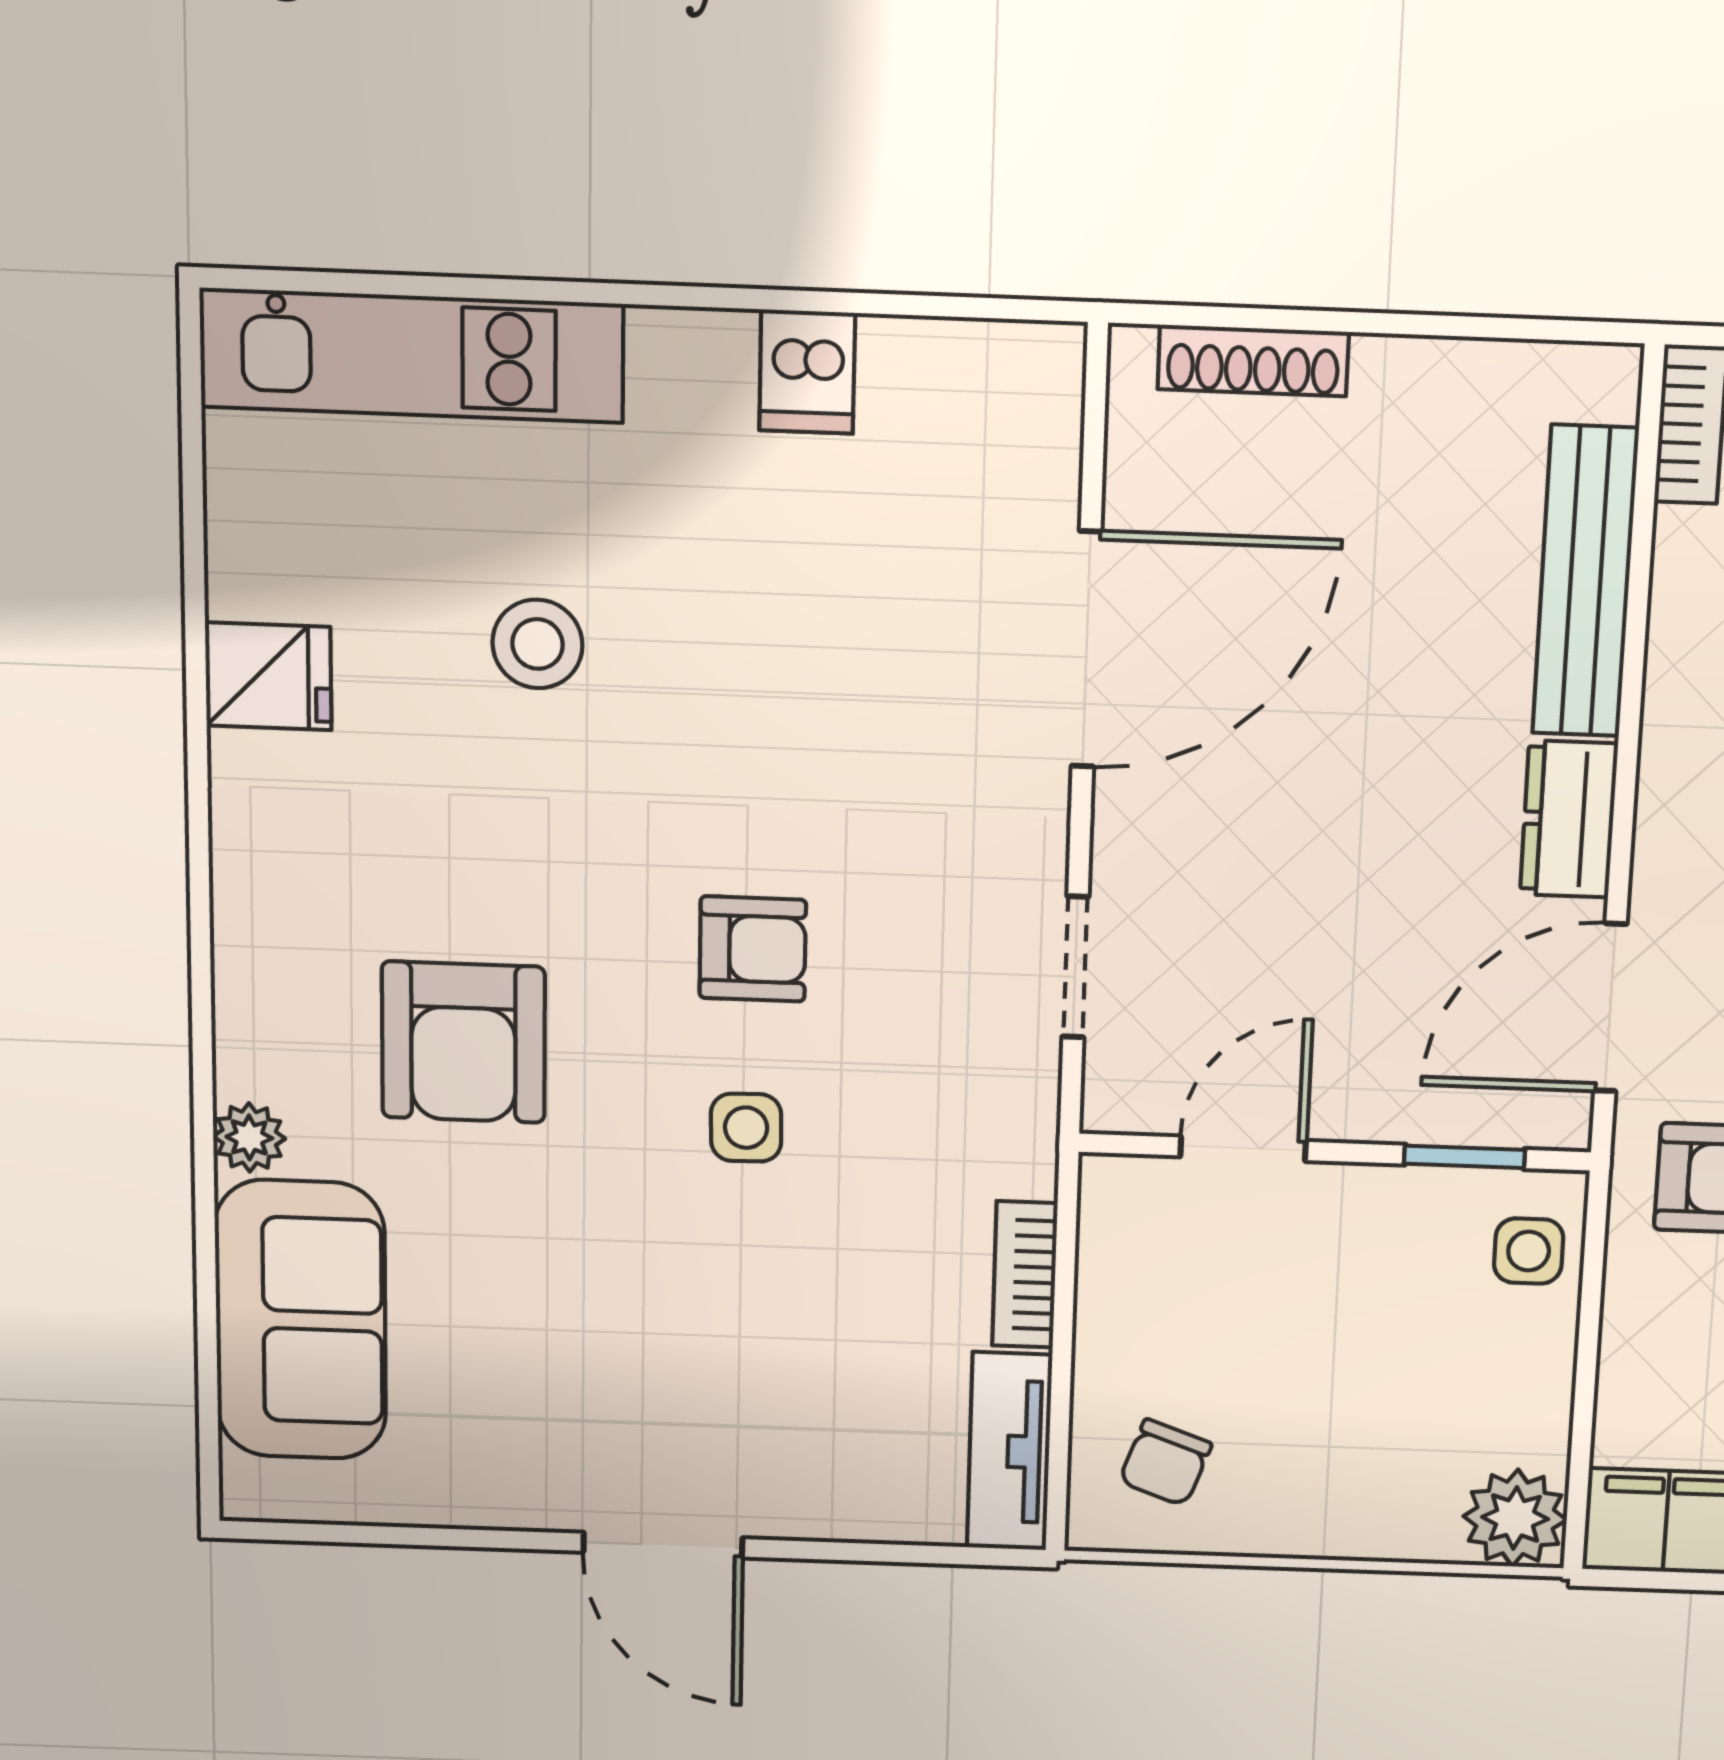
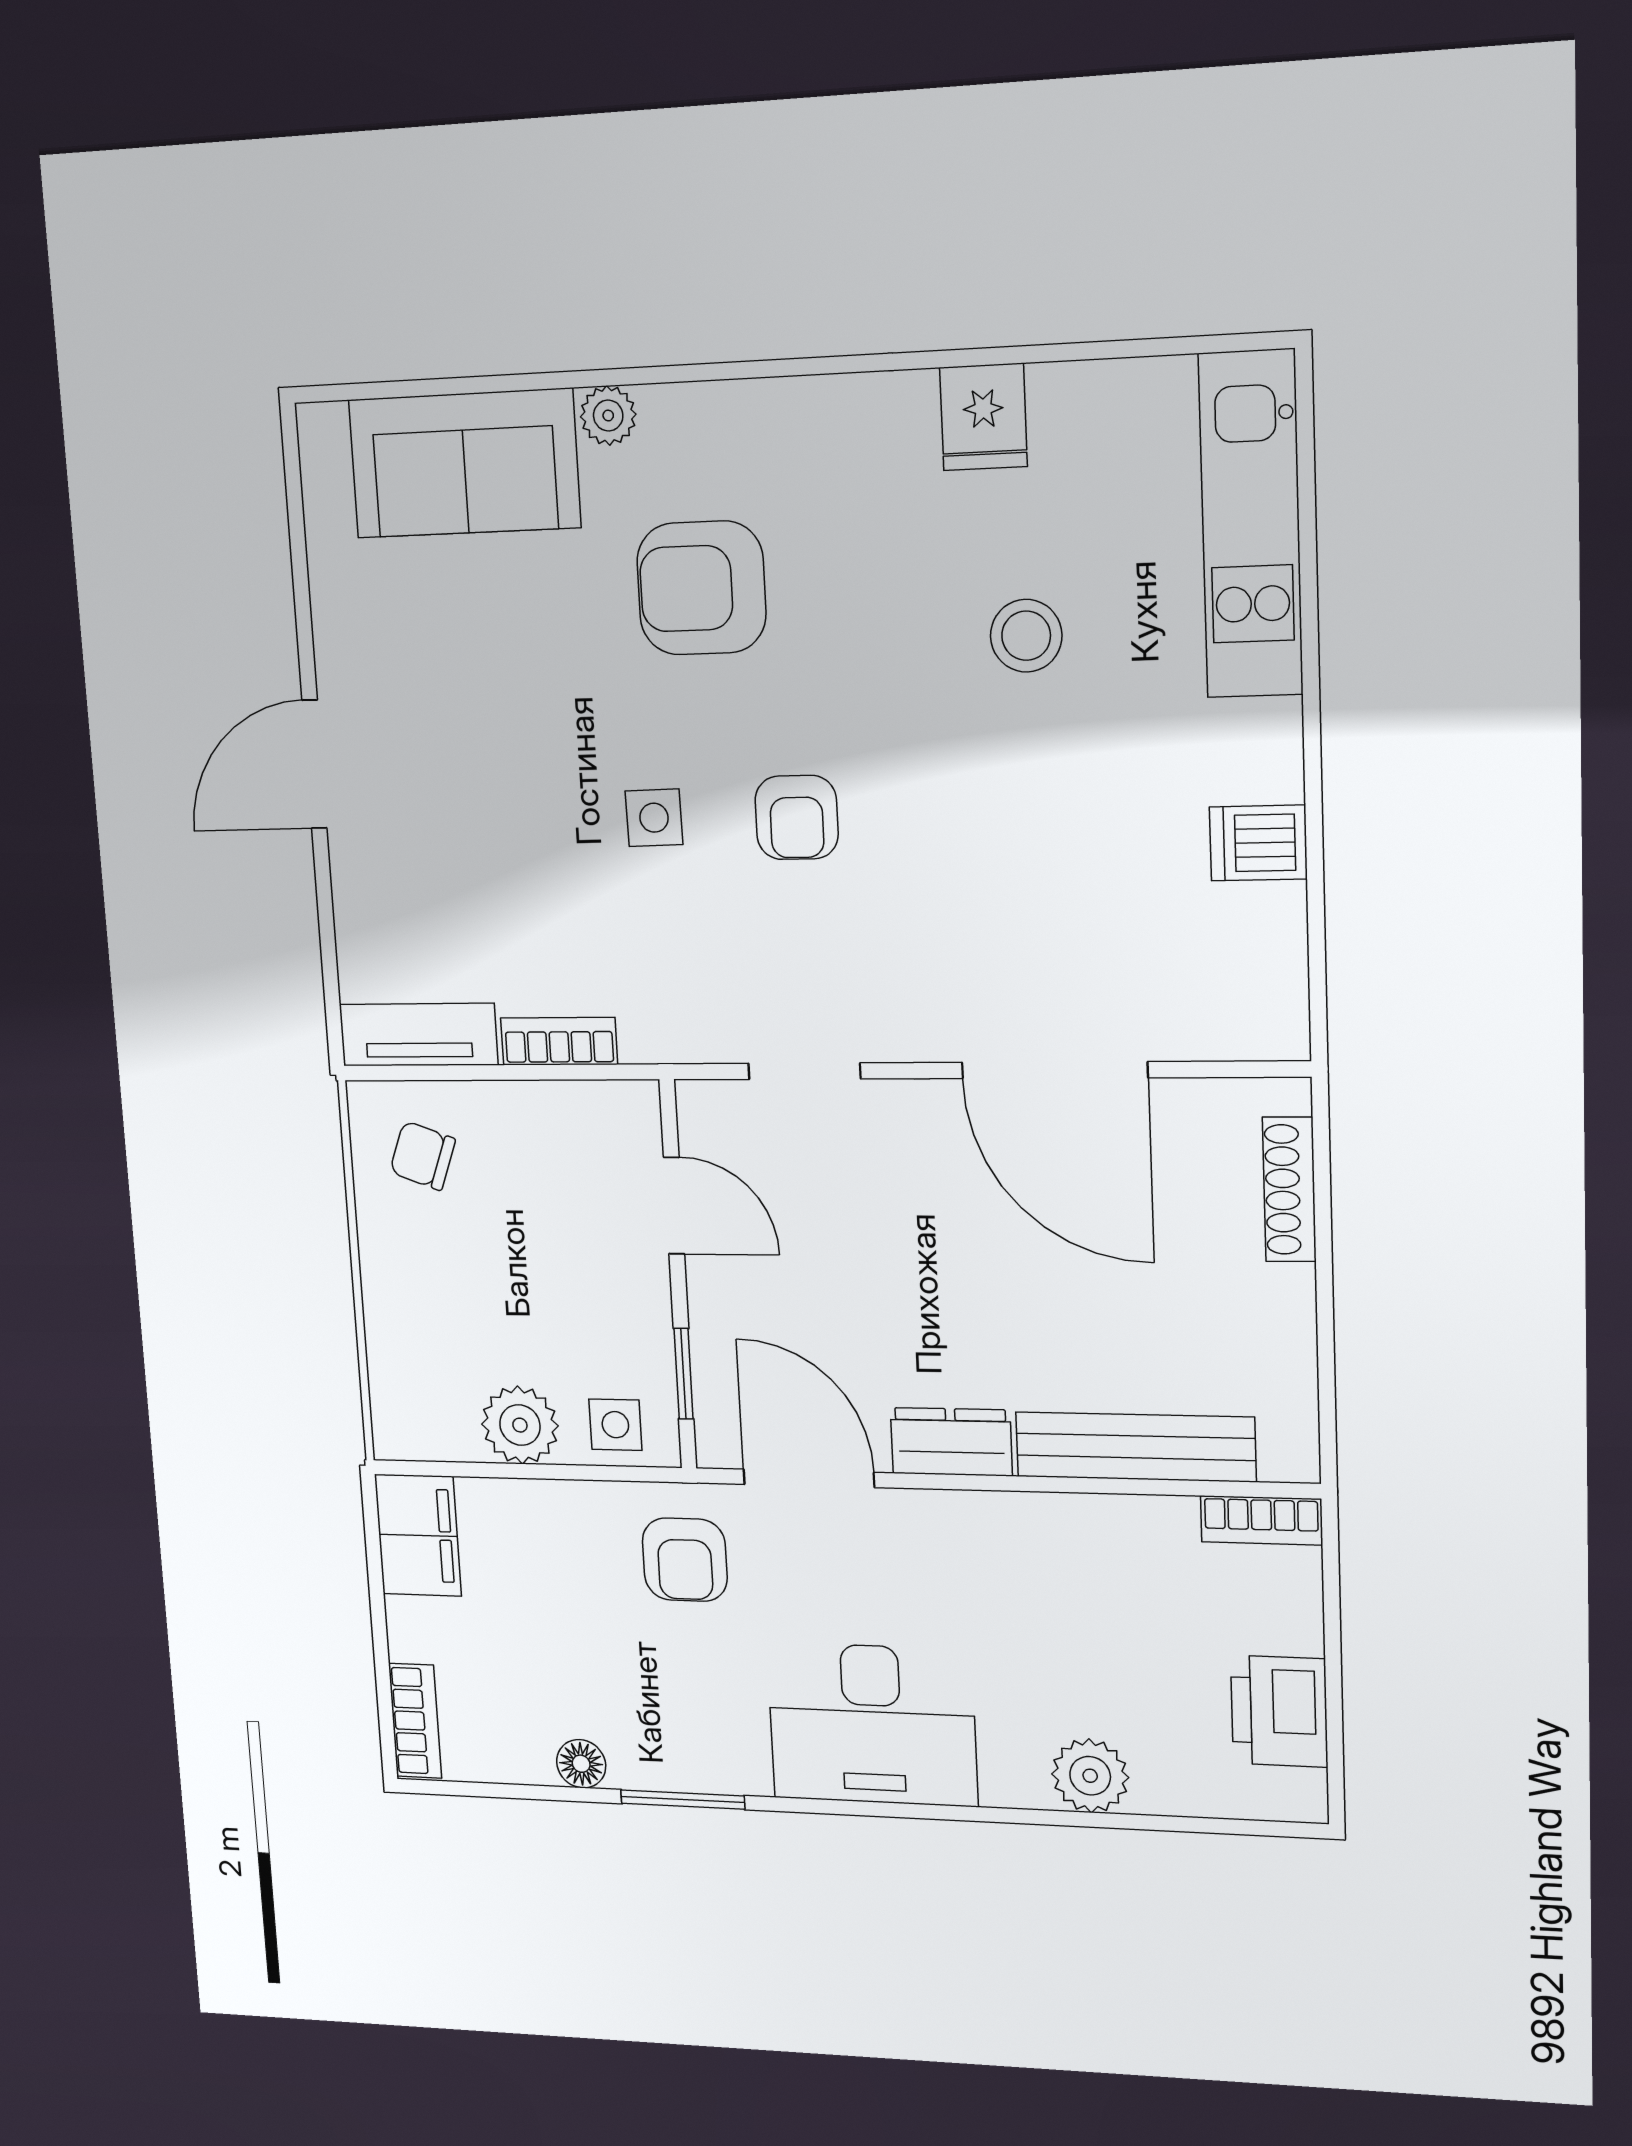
plant: (1515, 1518) -> (520, 1425), moved

